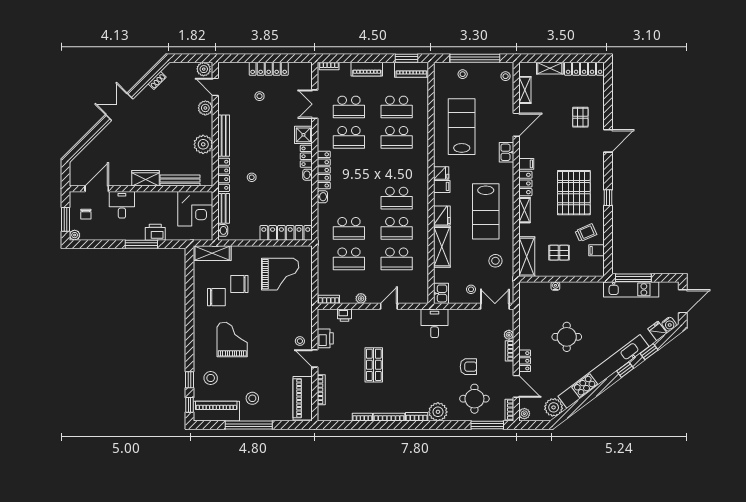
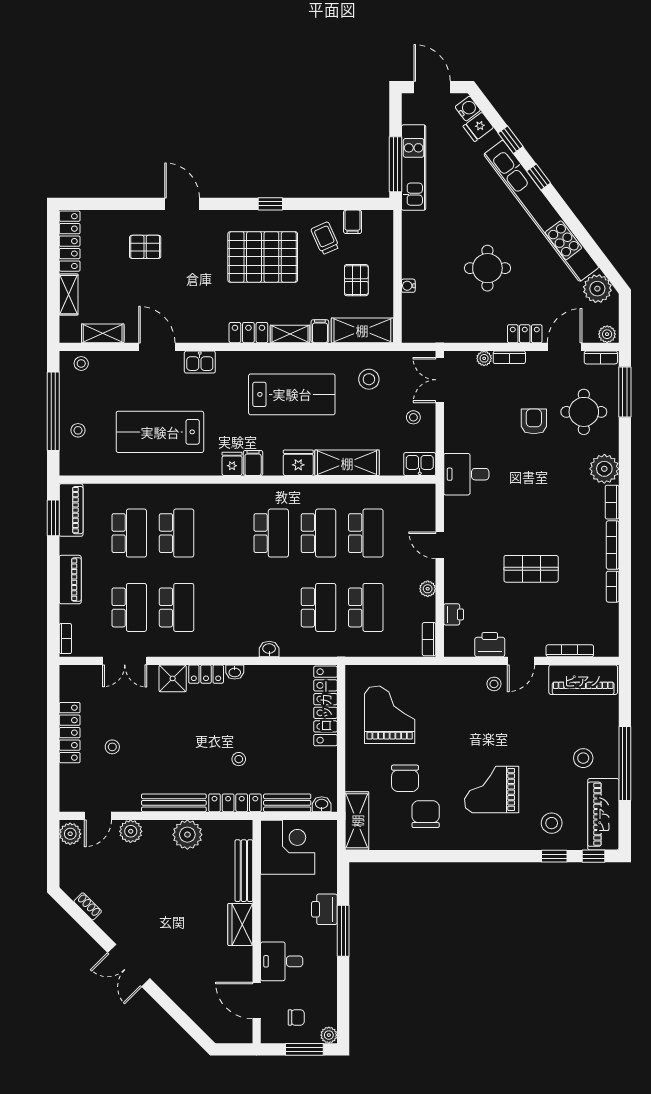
filing cabinet: (526, 164) -> (320, 331), moved
locker: (324, 170) -> (227, 647), removed

